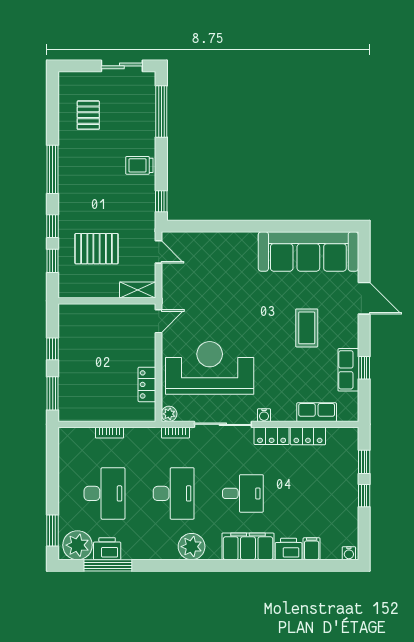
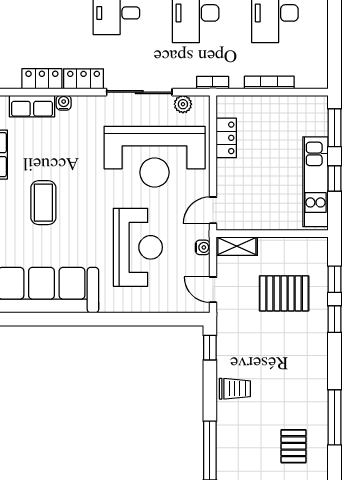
window: (53, 169) -> (334, 417), moved
water cooler: (168, 289) -> (203, 247), added
reception desk: (224, 289) -> (138, 247), added
kitchen unit: (69, 346) -> (315, 182), added
plant: (169, 414) -> (183, 104), moved
water cooler: (264, 415) -> (64, 103), moved
bookcase: (109, 433) -> (269, 83), width x1.56
bookcase: (175, 433) -> (213, 83), moved

